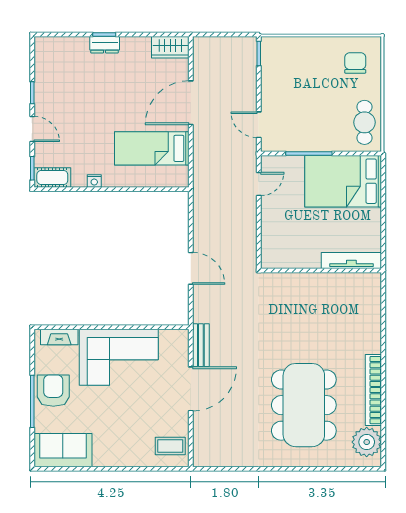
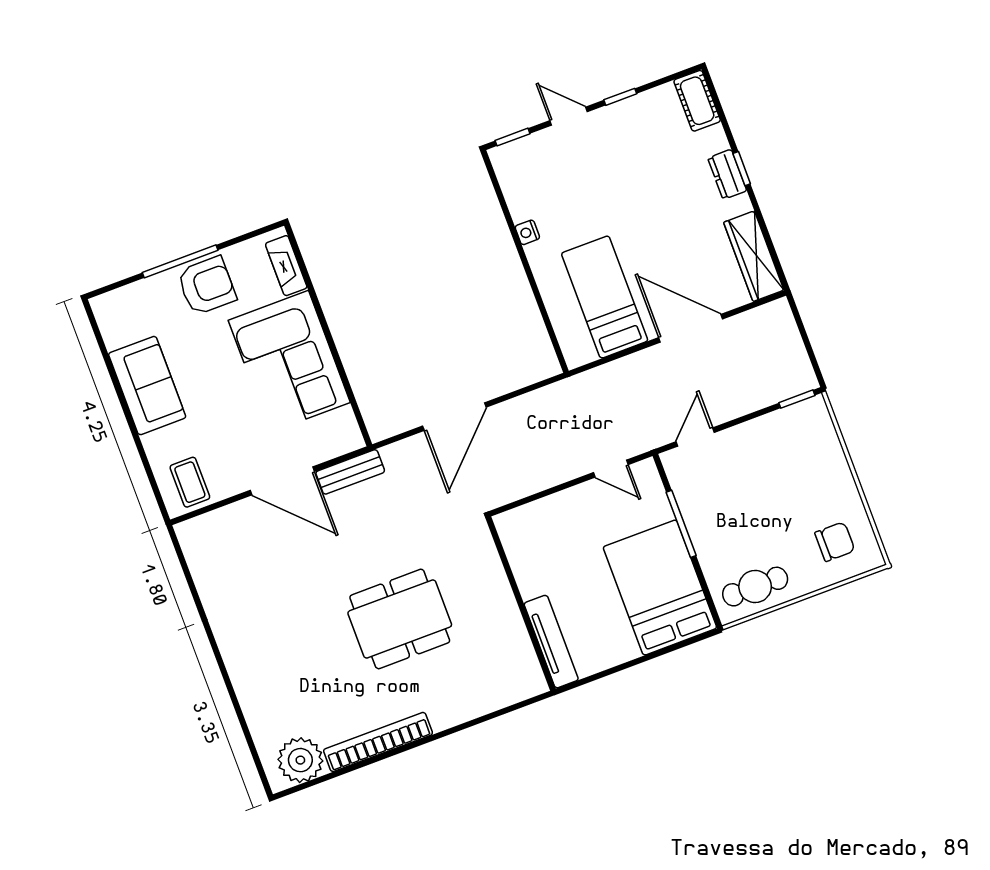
wardrobe: (170, 47) -> (754, 256), width x1.50
door: (32, 129) -> (569, 116), swing flipped
cot: (52, 178) -> (697, 101), moved
door: (191, 268) -> (454, 417), width x1.36
dining table: (304, 405) -> (400, 619), moved, width x0.73, depth x0.80
sofa: (63, 450) -> (147, 386), moved

